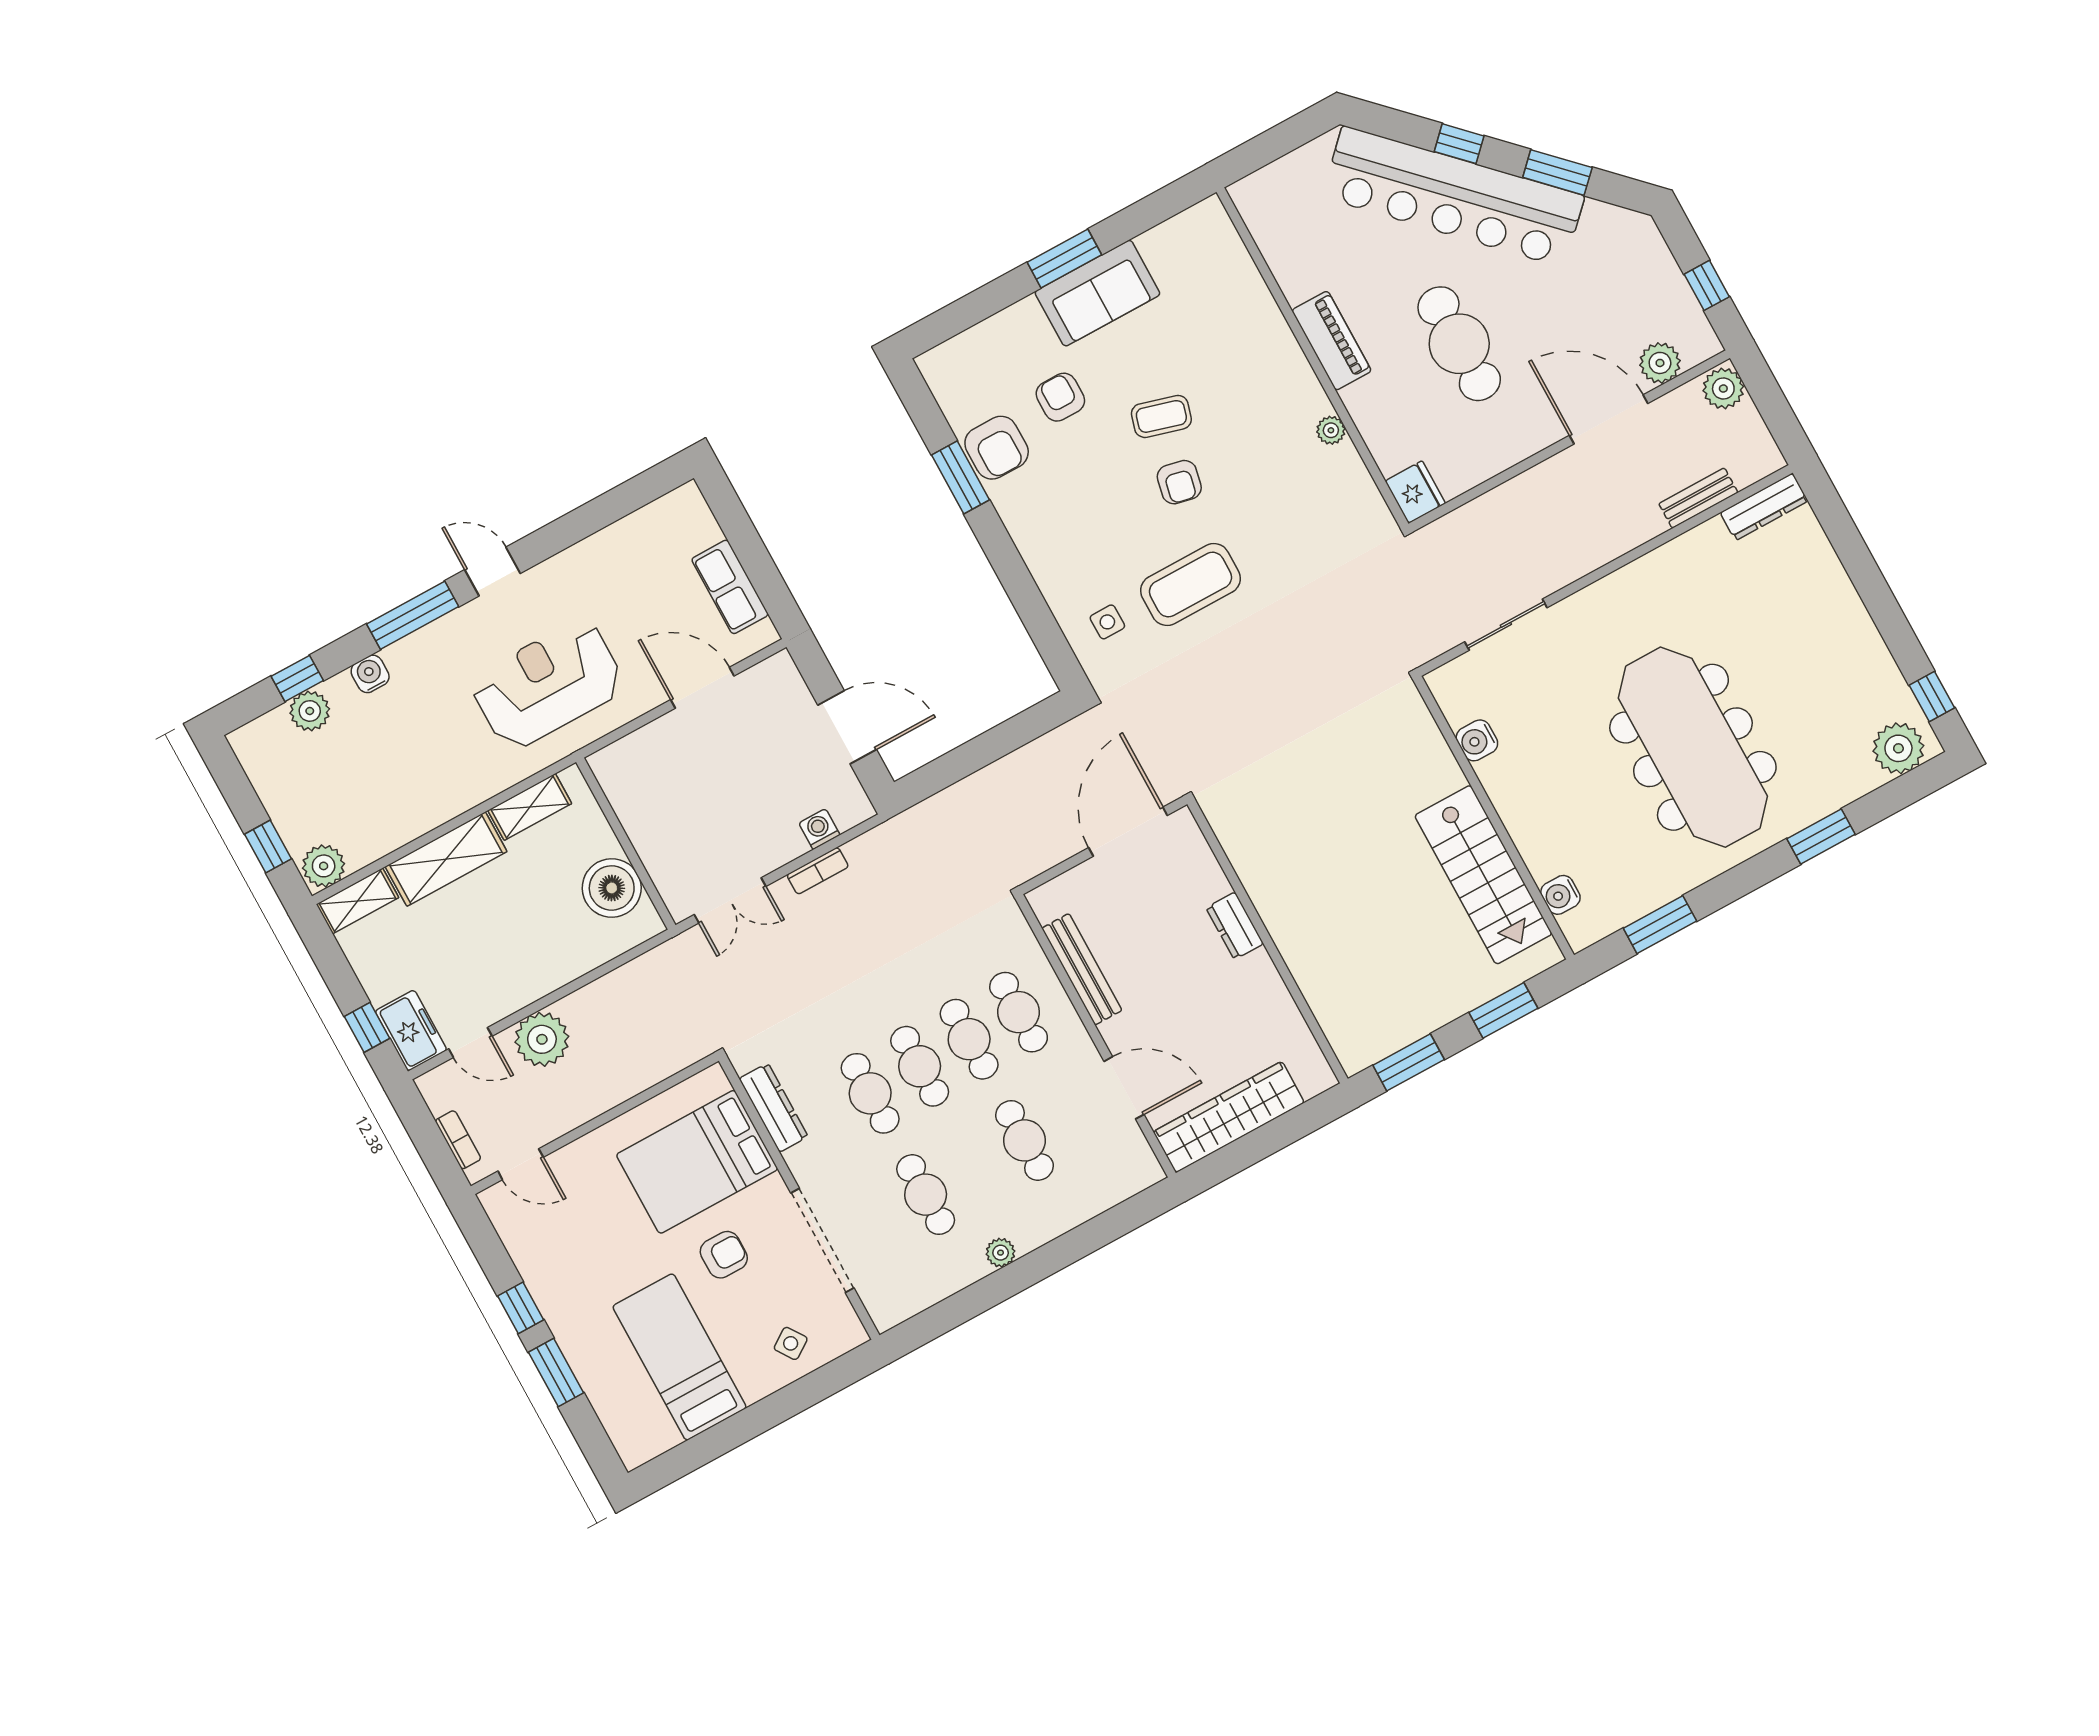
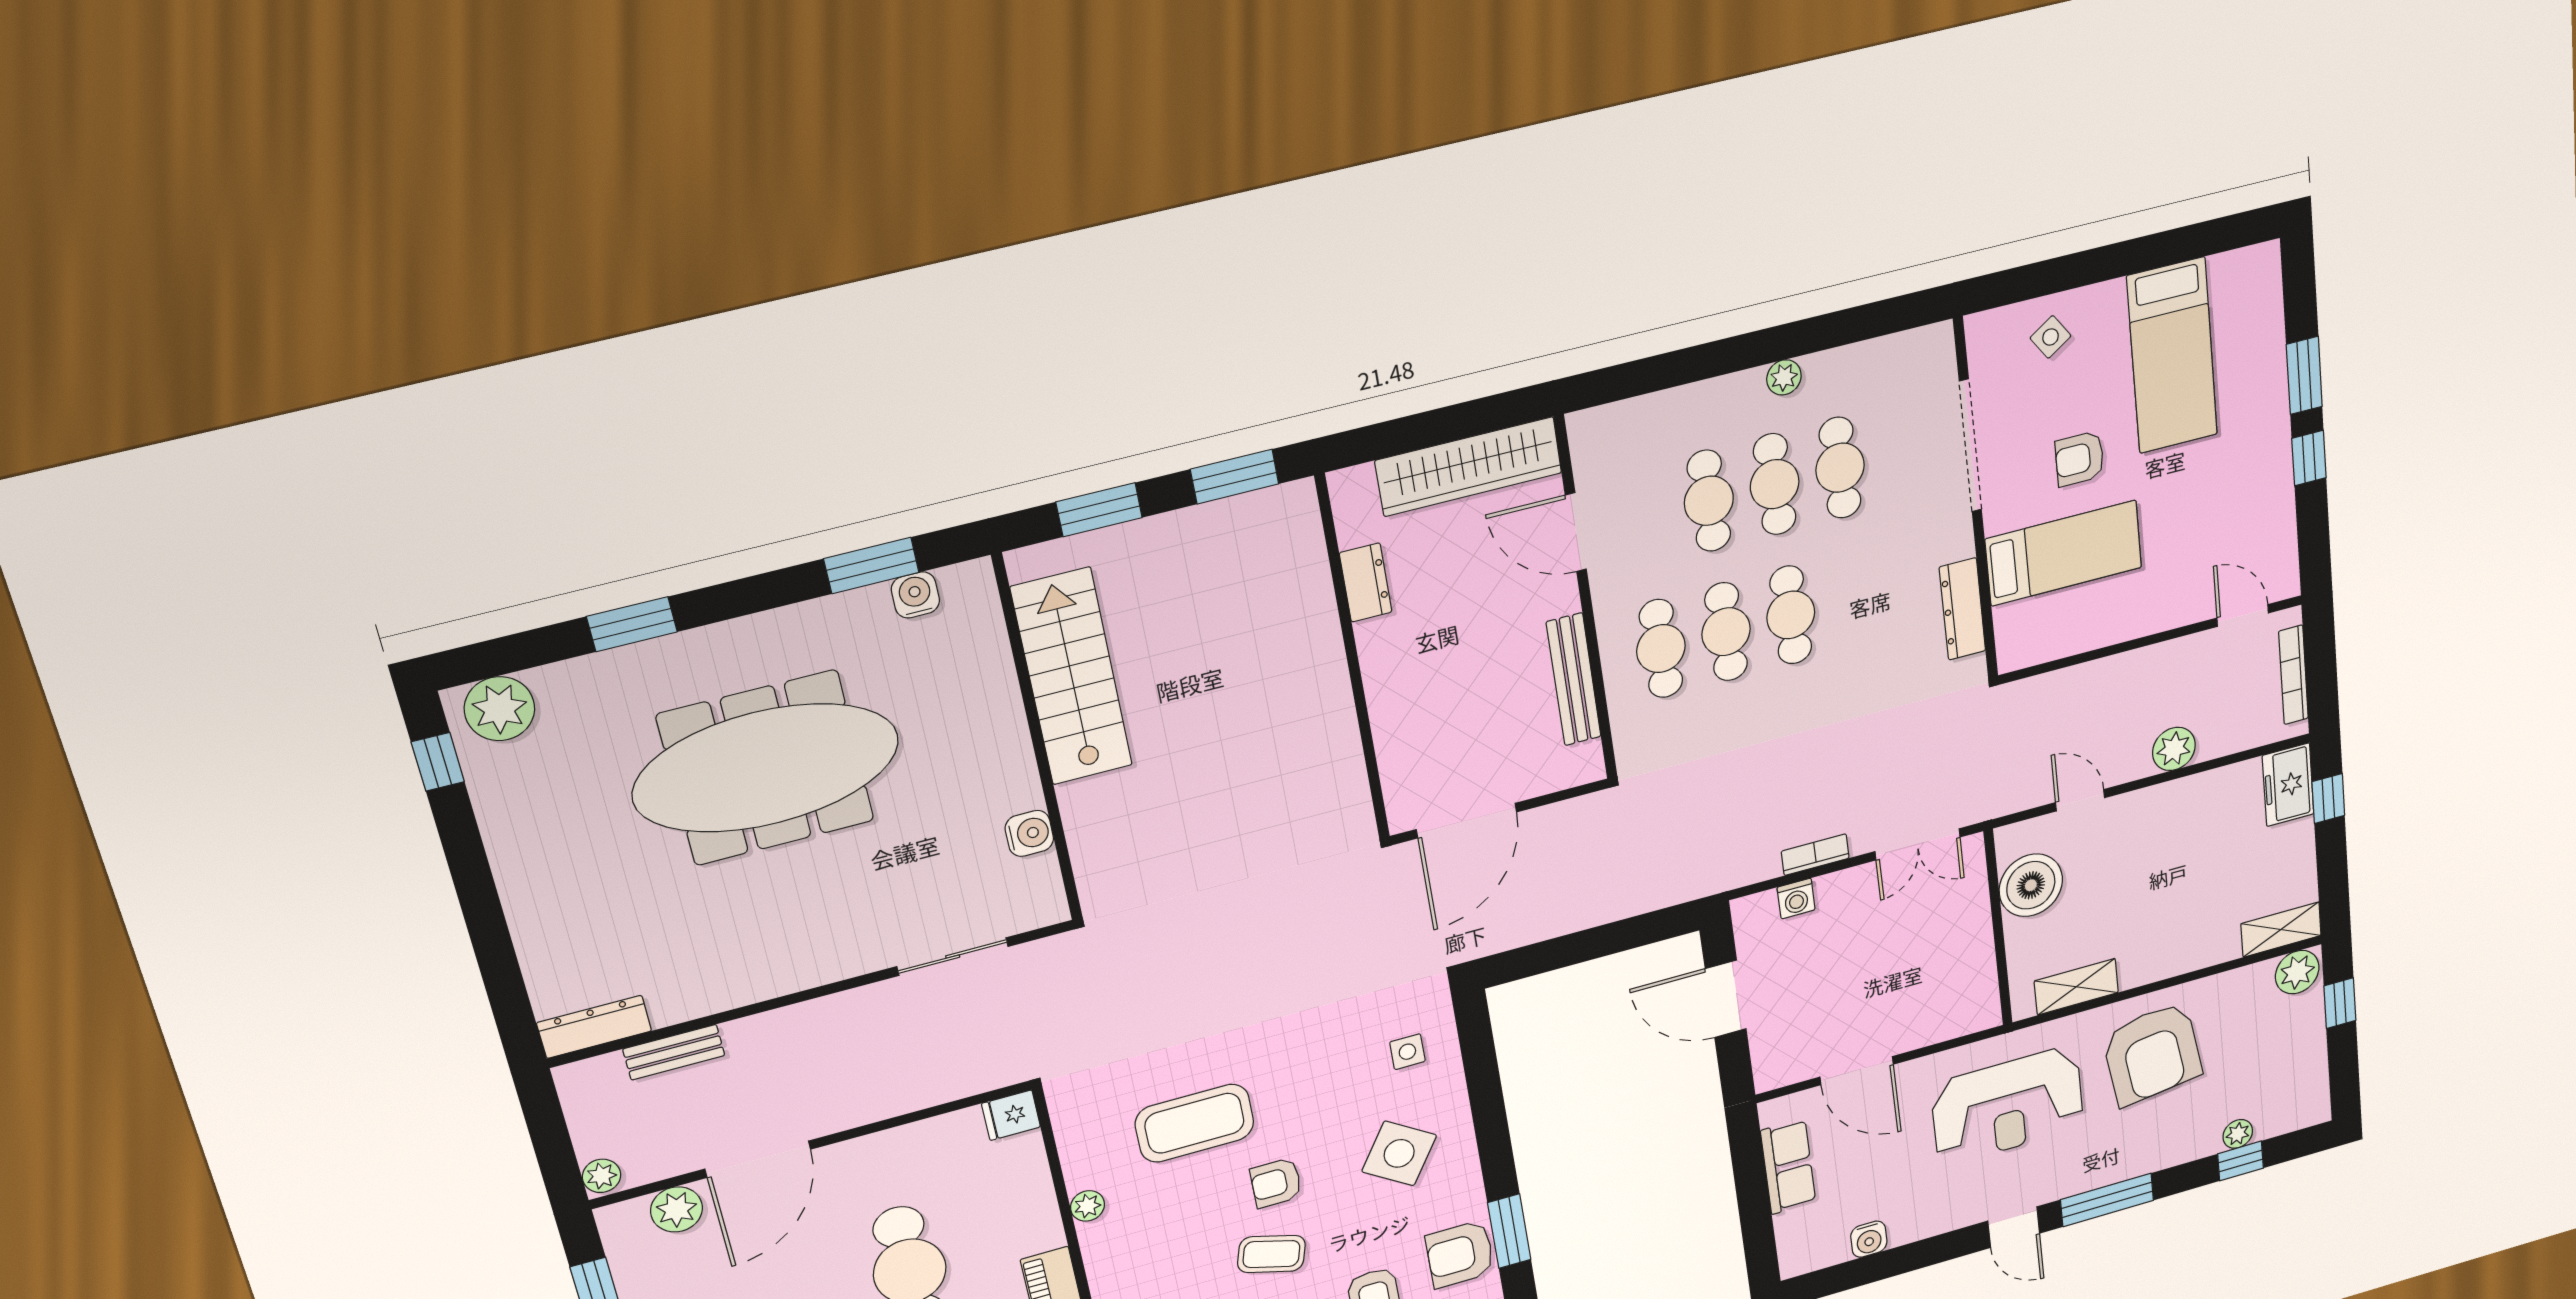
plant: (1723, 389) -> (602, 1176), width x0.73, depth x0.73
door: (1609, 419) -> (758, 1159), hinge flipped
armchair: (997, 448) -> (1460, 1254), turned -90
armchair: (1179, 482) -> (1276, 1183), turned -102
fridge: (1415, 492) -> (1011, 1115), width x0.72
side table: (1083, 530) -> (1399, 1153), added
coffee table: (1190, 585) -> (1194, 1123), moved
water cooler: (370, 674) -> (1869, 1239), moved
plant: (310, 711) -> (2238, 1134), width x0.73, depth x0.73
meeting table: (1693, 747) -> (766, 768), turned 90
armchair: (430, 761) -> (2152, 1054), added
shelving: (446, 859) -> (2179, 952), removed
water cooler: (1560, 895) -> (915, 595), moved, turned -90
double door: (730, 900) -> (1918, 844), swing flipped
dresser: (1235, 926) -> (1366, 582), moved
plant: (542, 1039) -> (2174, 749), width x0.73, depth x0.73
door: (470, 1043) -> (2080, 800), moved
cafe table: (870, 1093) -> (1775, 484), moved
bookcase: (458, 1140) -> (2293, 675), width x1.56
bed: (697, 1162) -> (2064, 553), width x0.67

